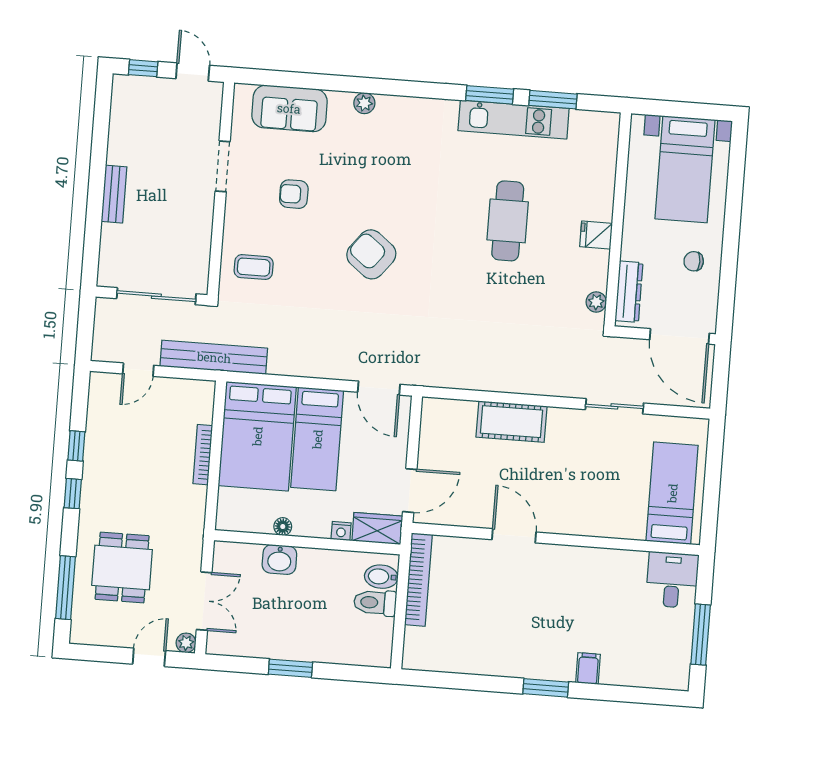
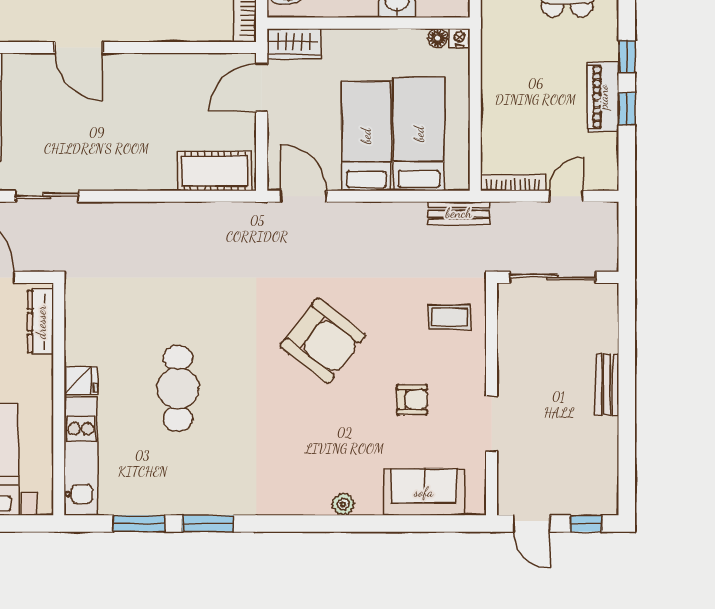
kitchen unit: (514, 120) -> (81, 456), moved, turned 90
armchair: (371, 254) -> (323, 341), width x1.36, depth x1.36
plant: (596, 302) -> (75, 308), removed
bench: (214, 357) -> (459, 213), width x0.54, depth x0.82
cot: (511, 422) -> (215, 171), moved
bed: (257, 436) -> (419, 134), width x0.67
bookcase: (203, 455) -> (513, 183), moved, turned -90
piano: (97, 458) -> (603, 97), added
floor lamp: (283, 527) -> (438, 38), moved
nightstand: (341, 531) -> (460, 38), moved
door: (514, 536) -> (79, 47), moved

